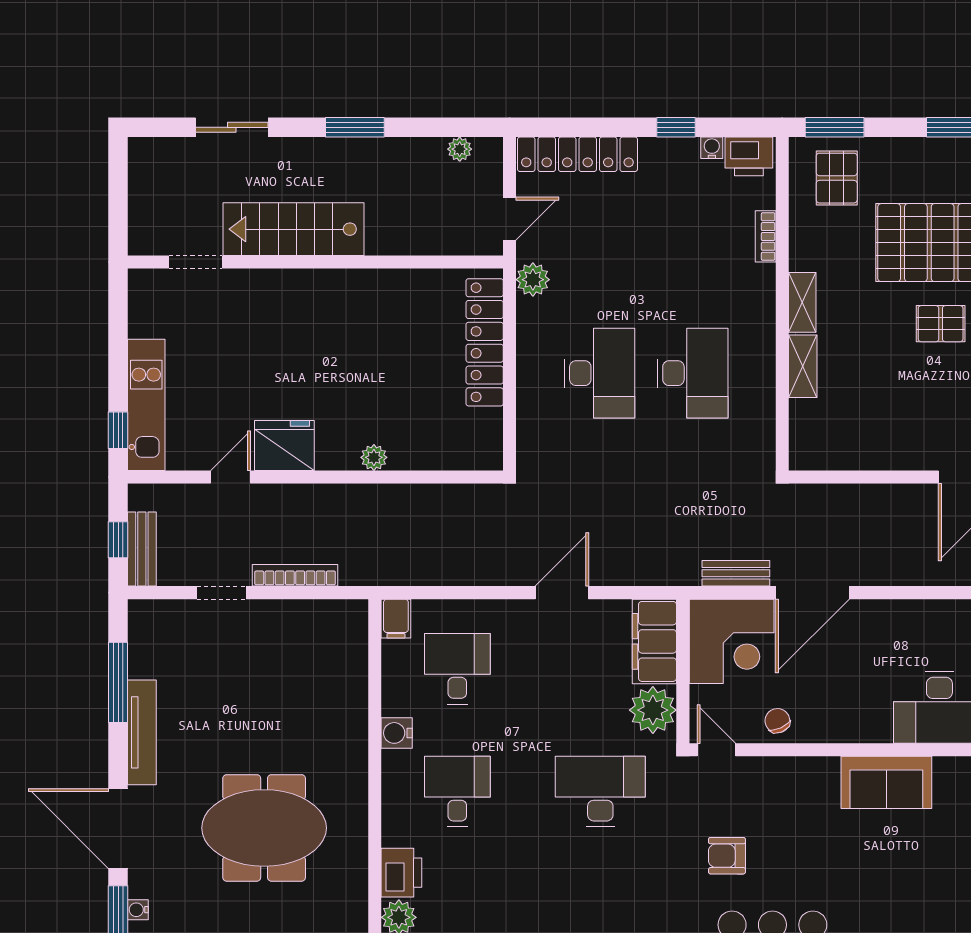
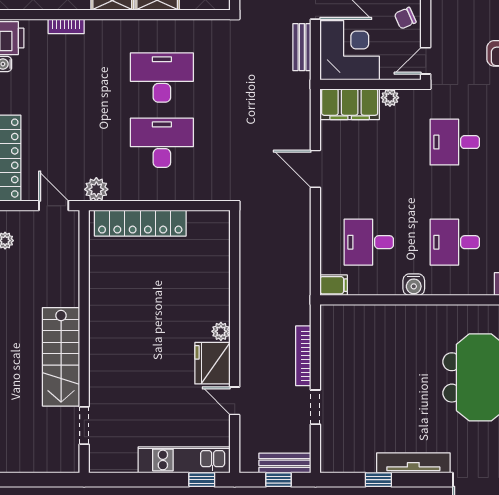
plant: (374, 457) -> (221, 331), moved
window: (118, 682) -> (378, 480), width x0.46
plant: (653, 710) -> (390, 98), width x0.53, depth x0.53
desk: (600, 792) -> (455, 142), width x0.73

